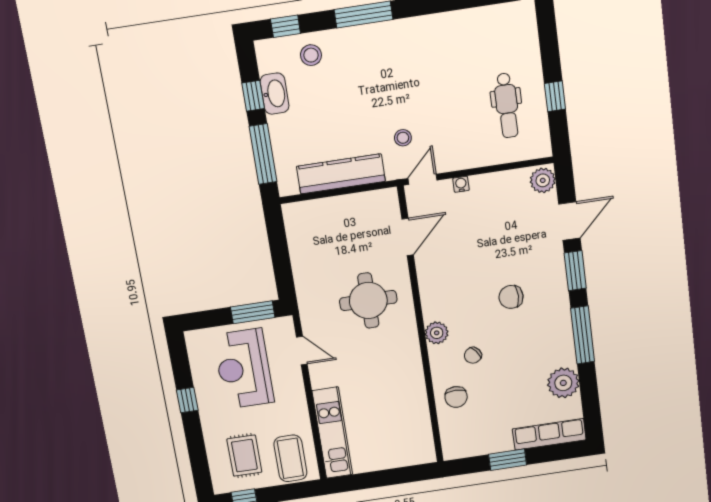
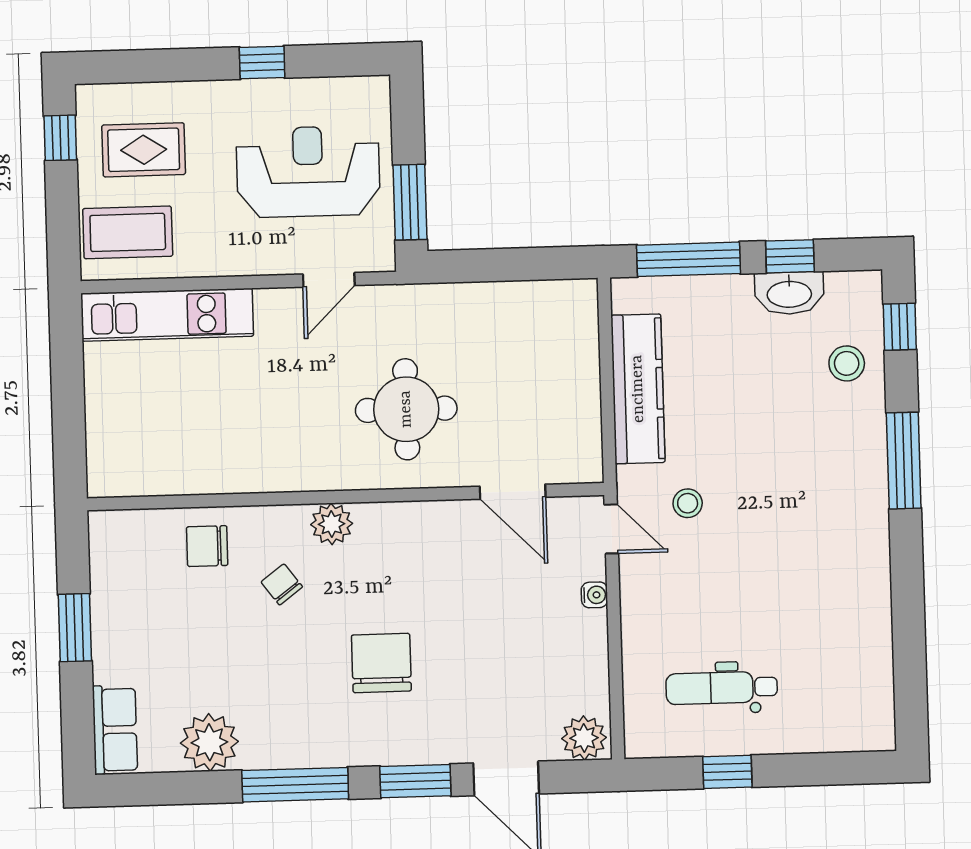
chair: (511, 297) -> (381, 663), width x1.37, depth x1.37
row of seats: (549, 434) -> (115, 730), width x0.68

